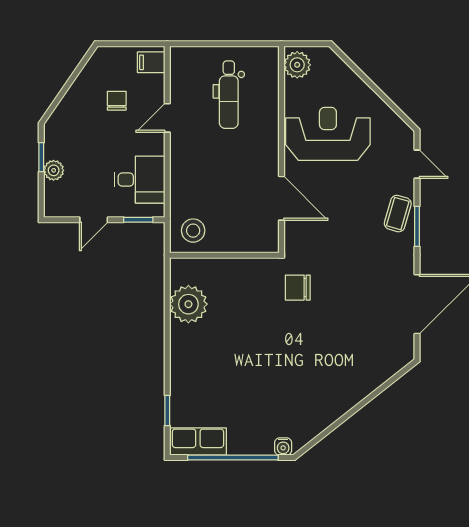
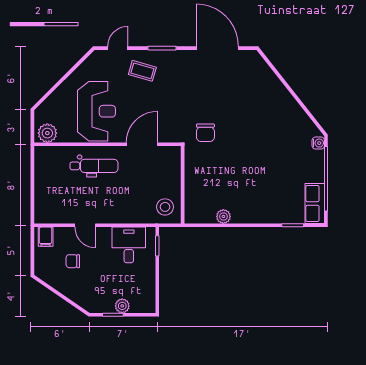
dental chair: (229, 95) -> (94, 166), moved
reception desk: (328, 134) -> (96, 111), turned 180
coffee table: (398, 214) -> (142, 71), moved
door: (94, 220) -> (157, 278), removed
plant: (188, 304) -> (223, 216), width x0.53, depth x0.53

